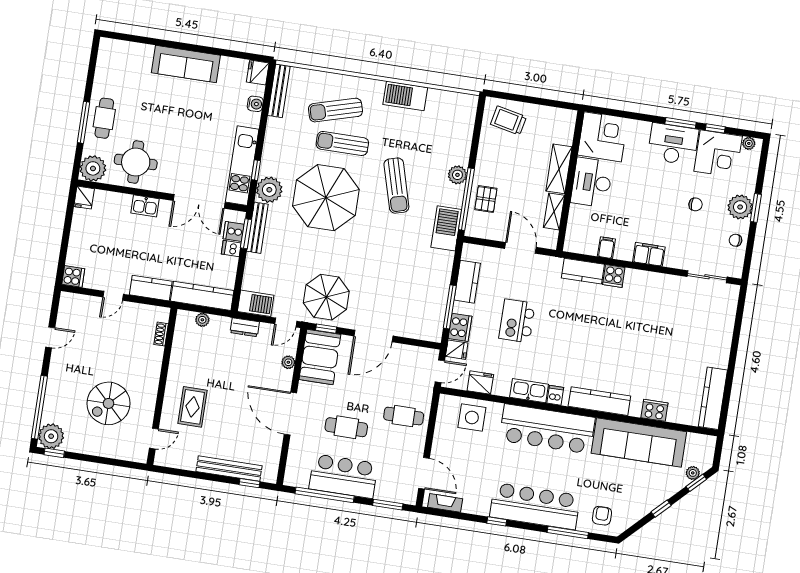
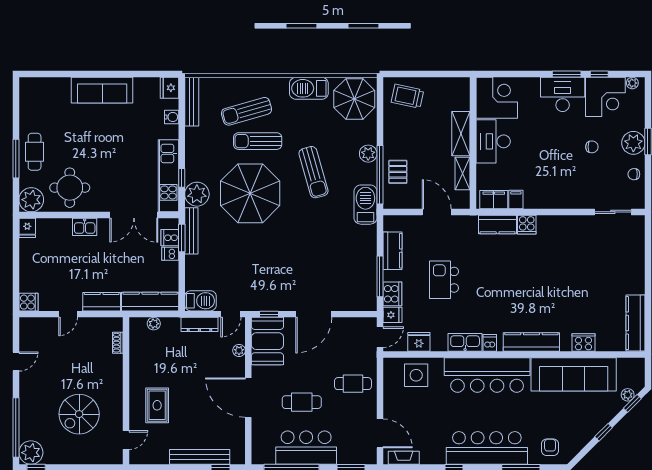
filing cabinet: (649, 254) -> (494, 200), moved
parasol: (326, 297) -> (354, 99), moved
dresser: (245, 327) -> (199, 324), width x1.44

